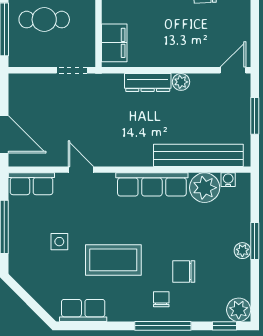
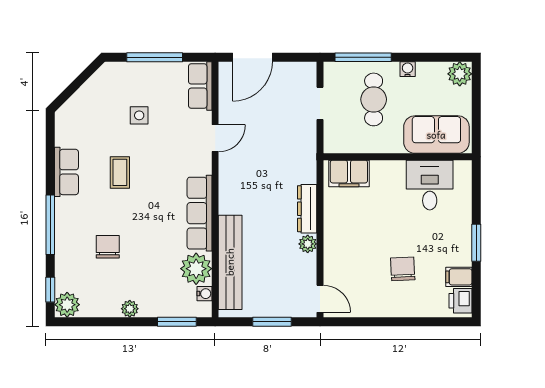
doorway: (72, 70) -> (320, 103), moved
window: (255, 241) -> (177, 322), moved
coffee table: (113, 260) -> (120, 172), width x0.54, depth x0.58
chair: (161, 299) -> (78, 223), removed
row of seats: (83, 311) -> (66, 172), moved

